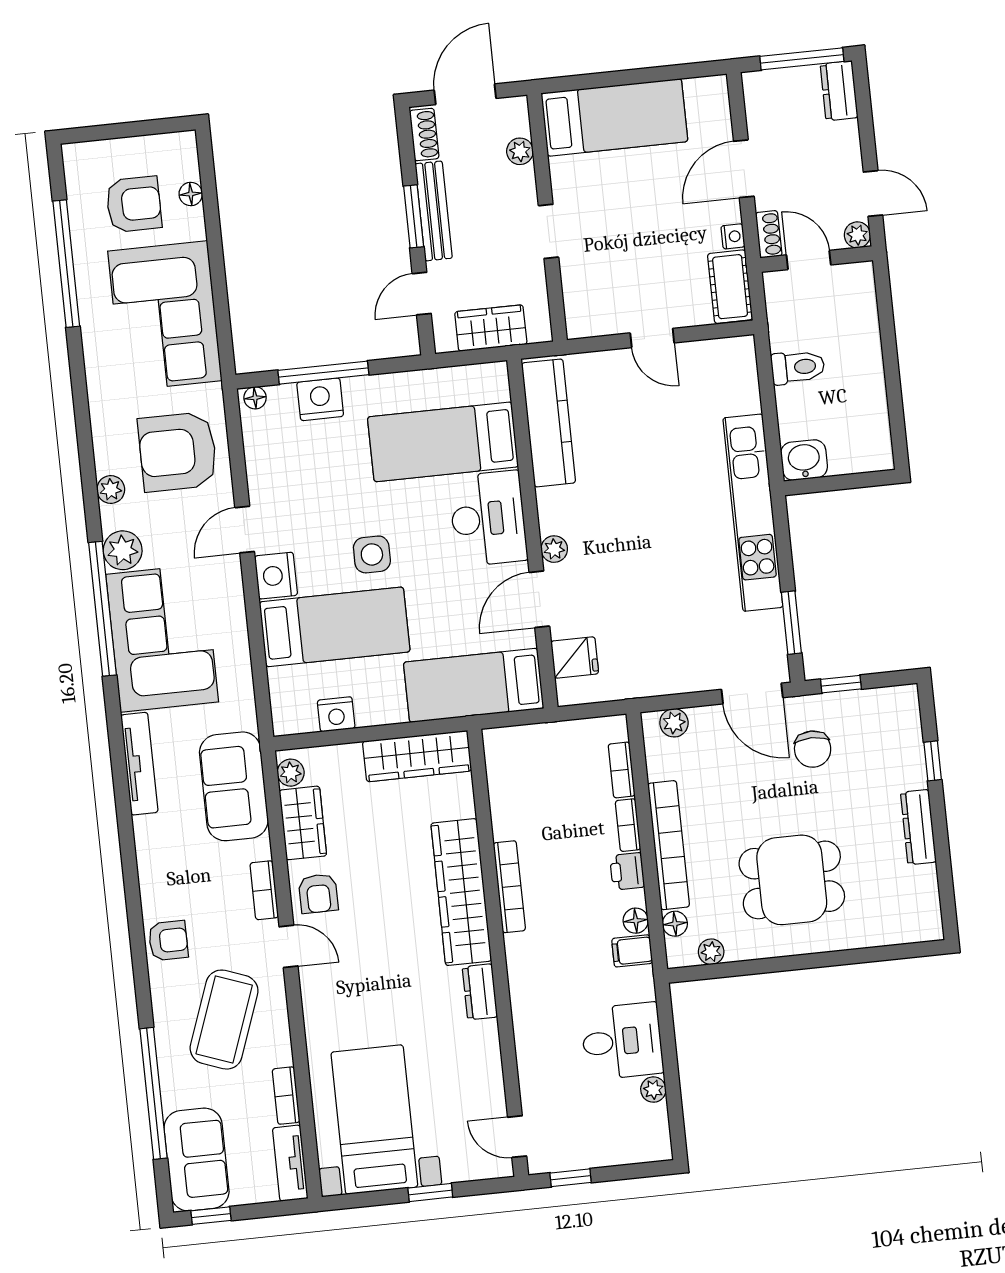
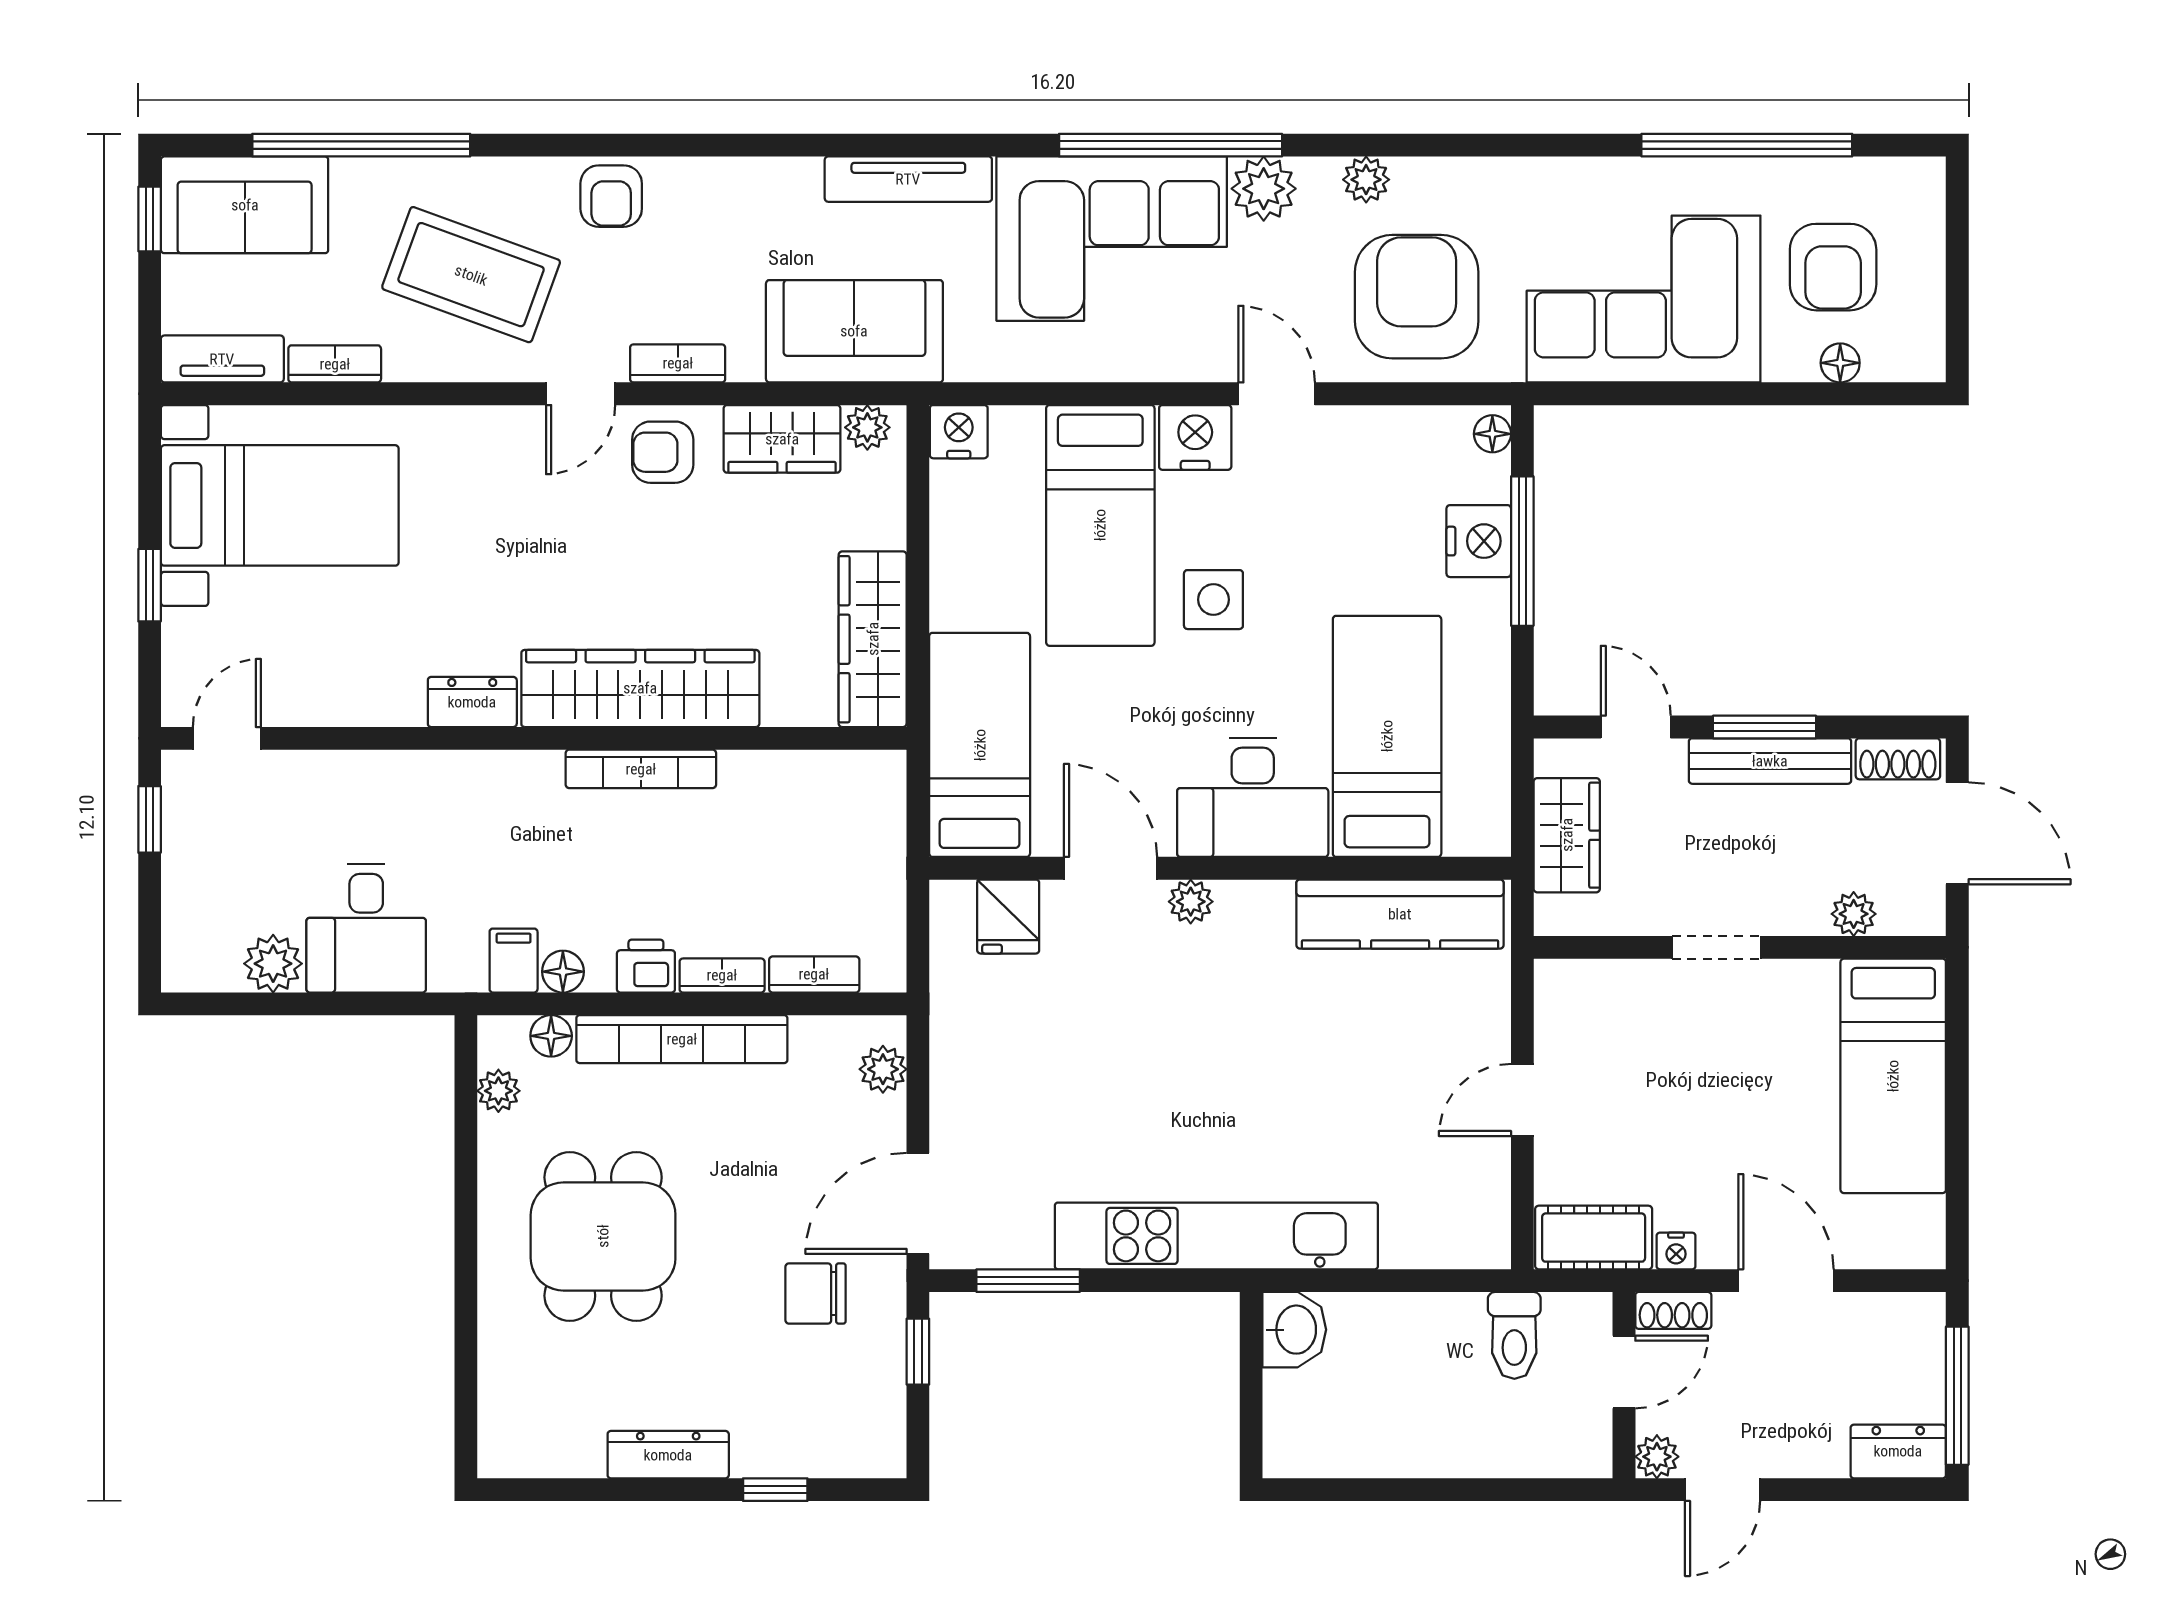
toilet: (798, 367) -> (1514, 1335), moved
nightstand: (336, 714) -> (959, 432), moved, turned 90
plant: (653, 1090) -> (273, 964), width x1.38, depth x1.38

